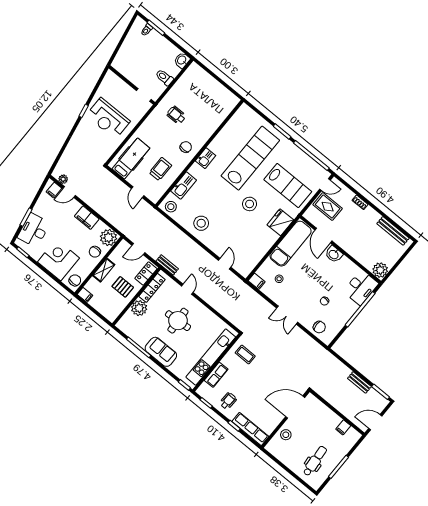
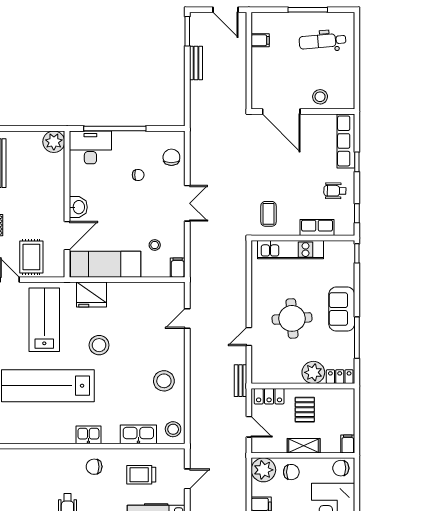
locker: (152, 288) -> (340, 377), moved, width x0.66
kitchen unit: (211, 357) -> (290, 250), width x0.73

